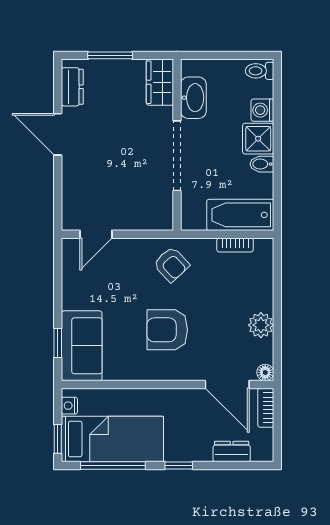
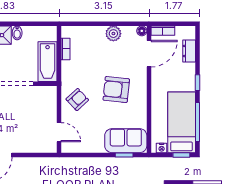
bathtub: (240, 215) -> (48, 62), moved
armchair: (171, 264) -> (77, 100), moved
armchair: (167, 330) -> (116, 90), turned 96

